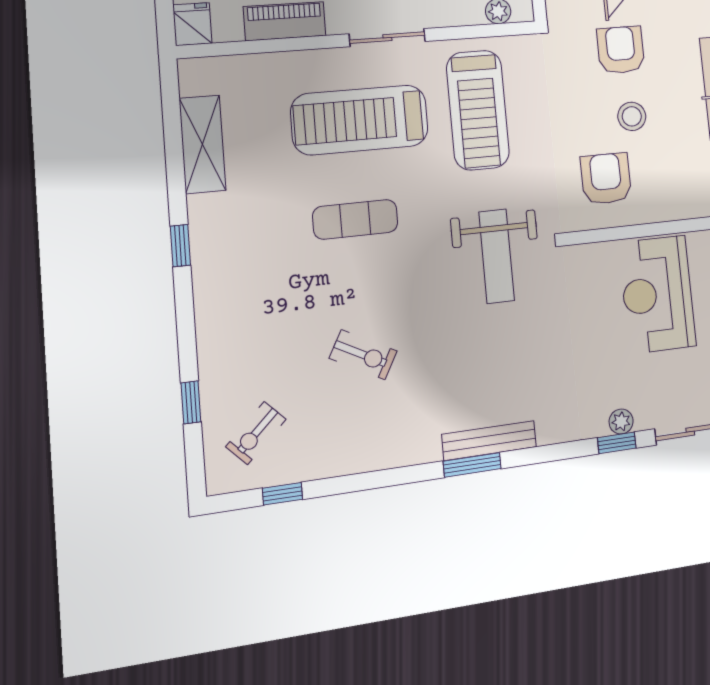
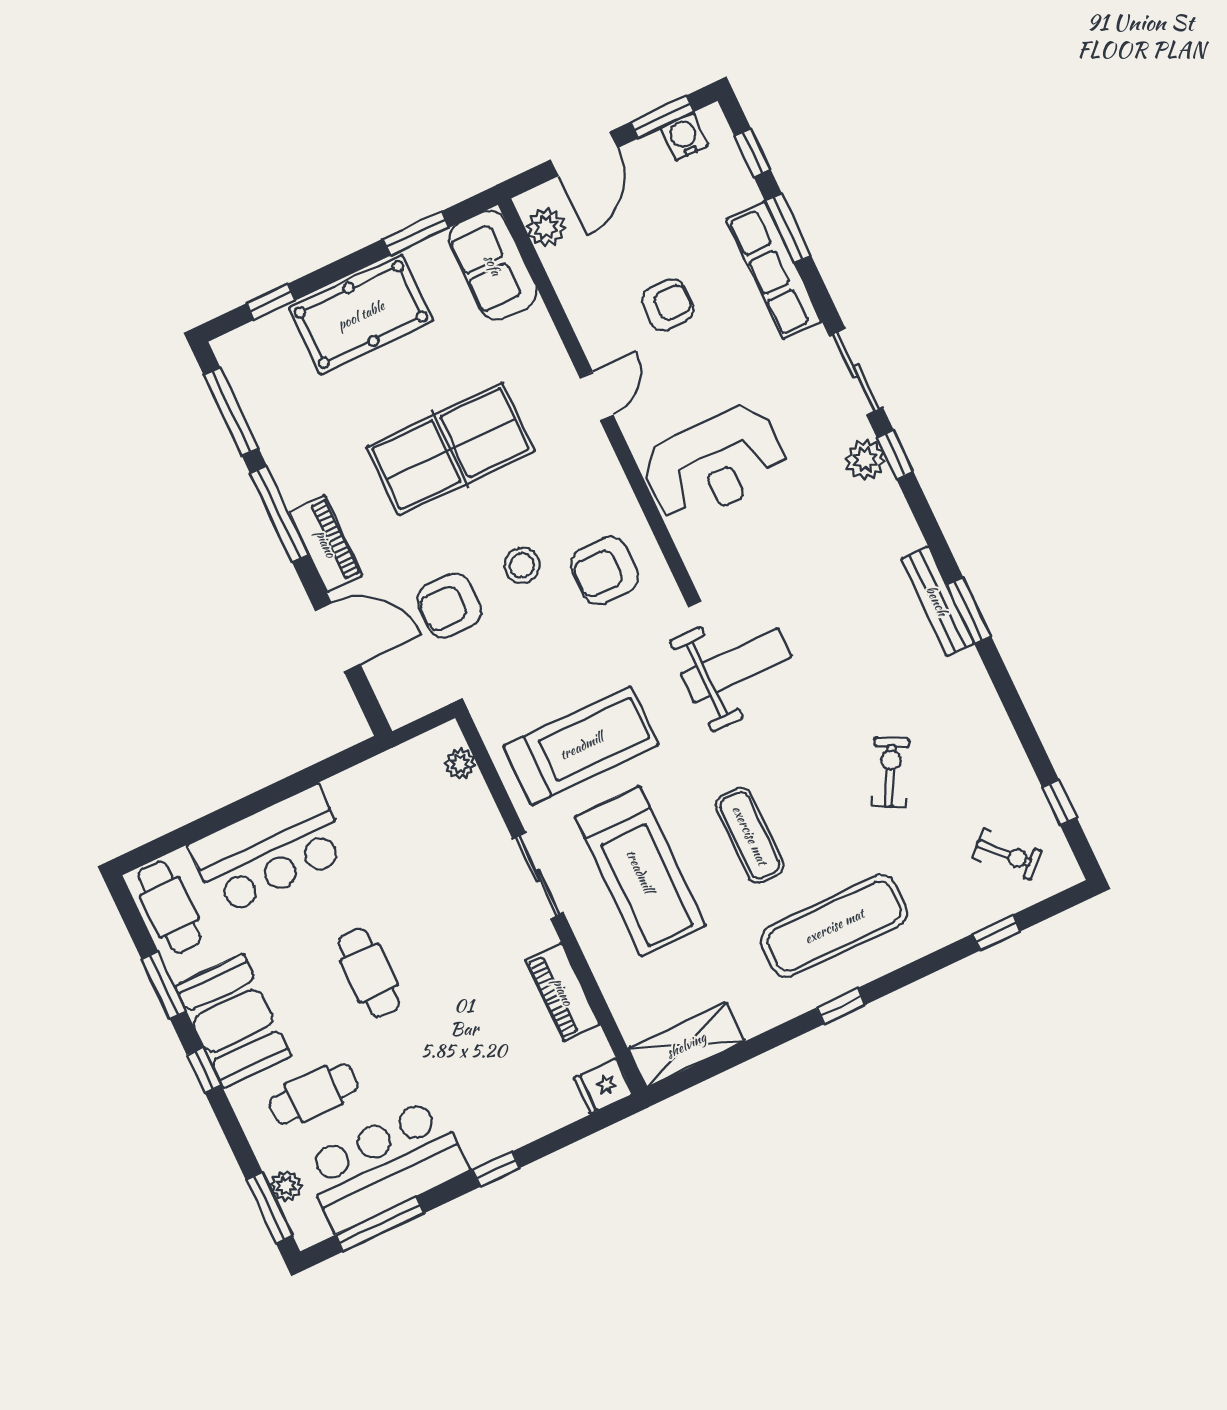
shelving: (202, 144) -> (686, 1045), moved
exercise mat: (252, 263) -> (834, 926), added
plant: (621, 422) -> (865, 460), width x1.38, depth x1.38

